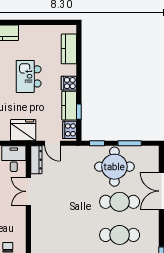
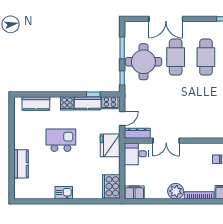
kitchen island: (29, 76) -> (61, 140), turned 180

